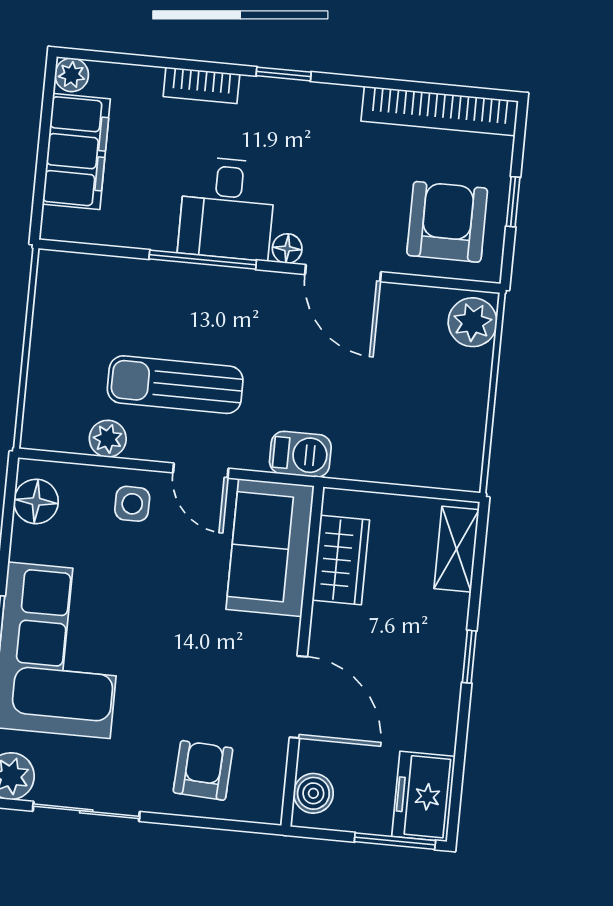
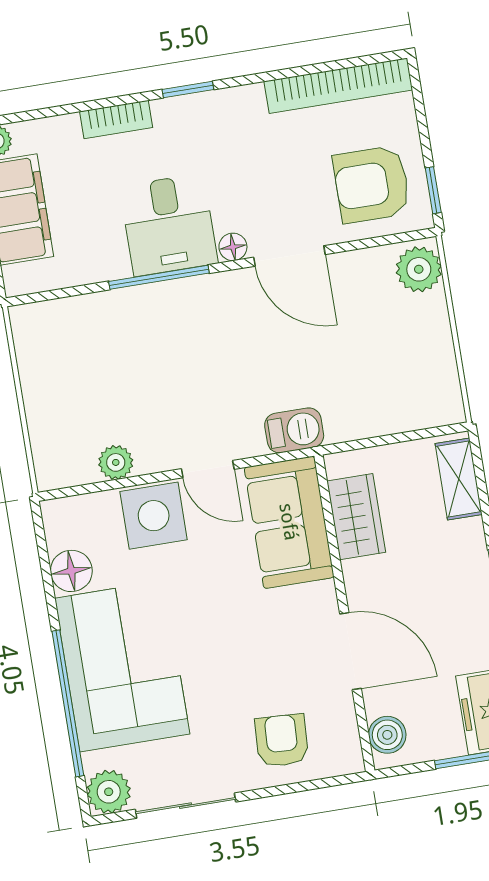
window: (513, 202) -> (433, 190), moved
armchair: (447, 222) -> (372, 184), turned -90
sun lounger: (175, 385) -> (164, 397), removed
floor lamp: (36, 501) -> (71, 571), moved
side table: (132, 504) -> (154, 516), width x1.87, depth x1.87

